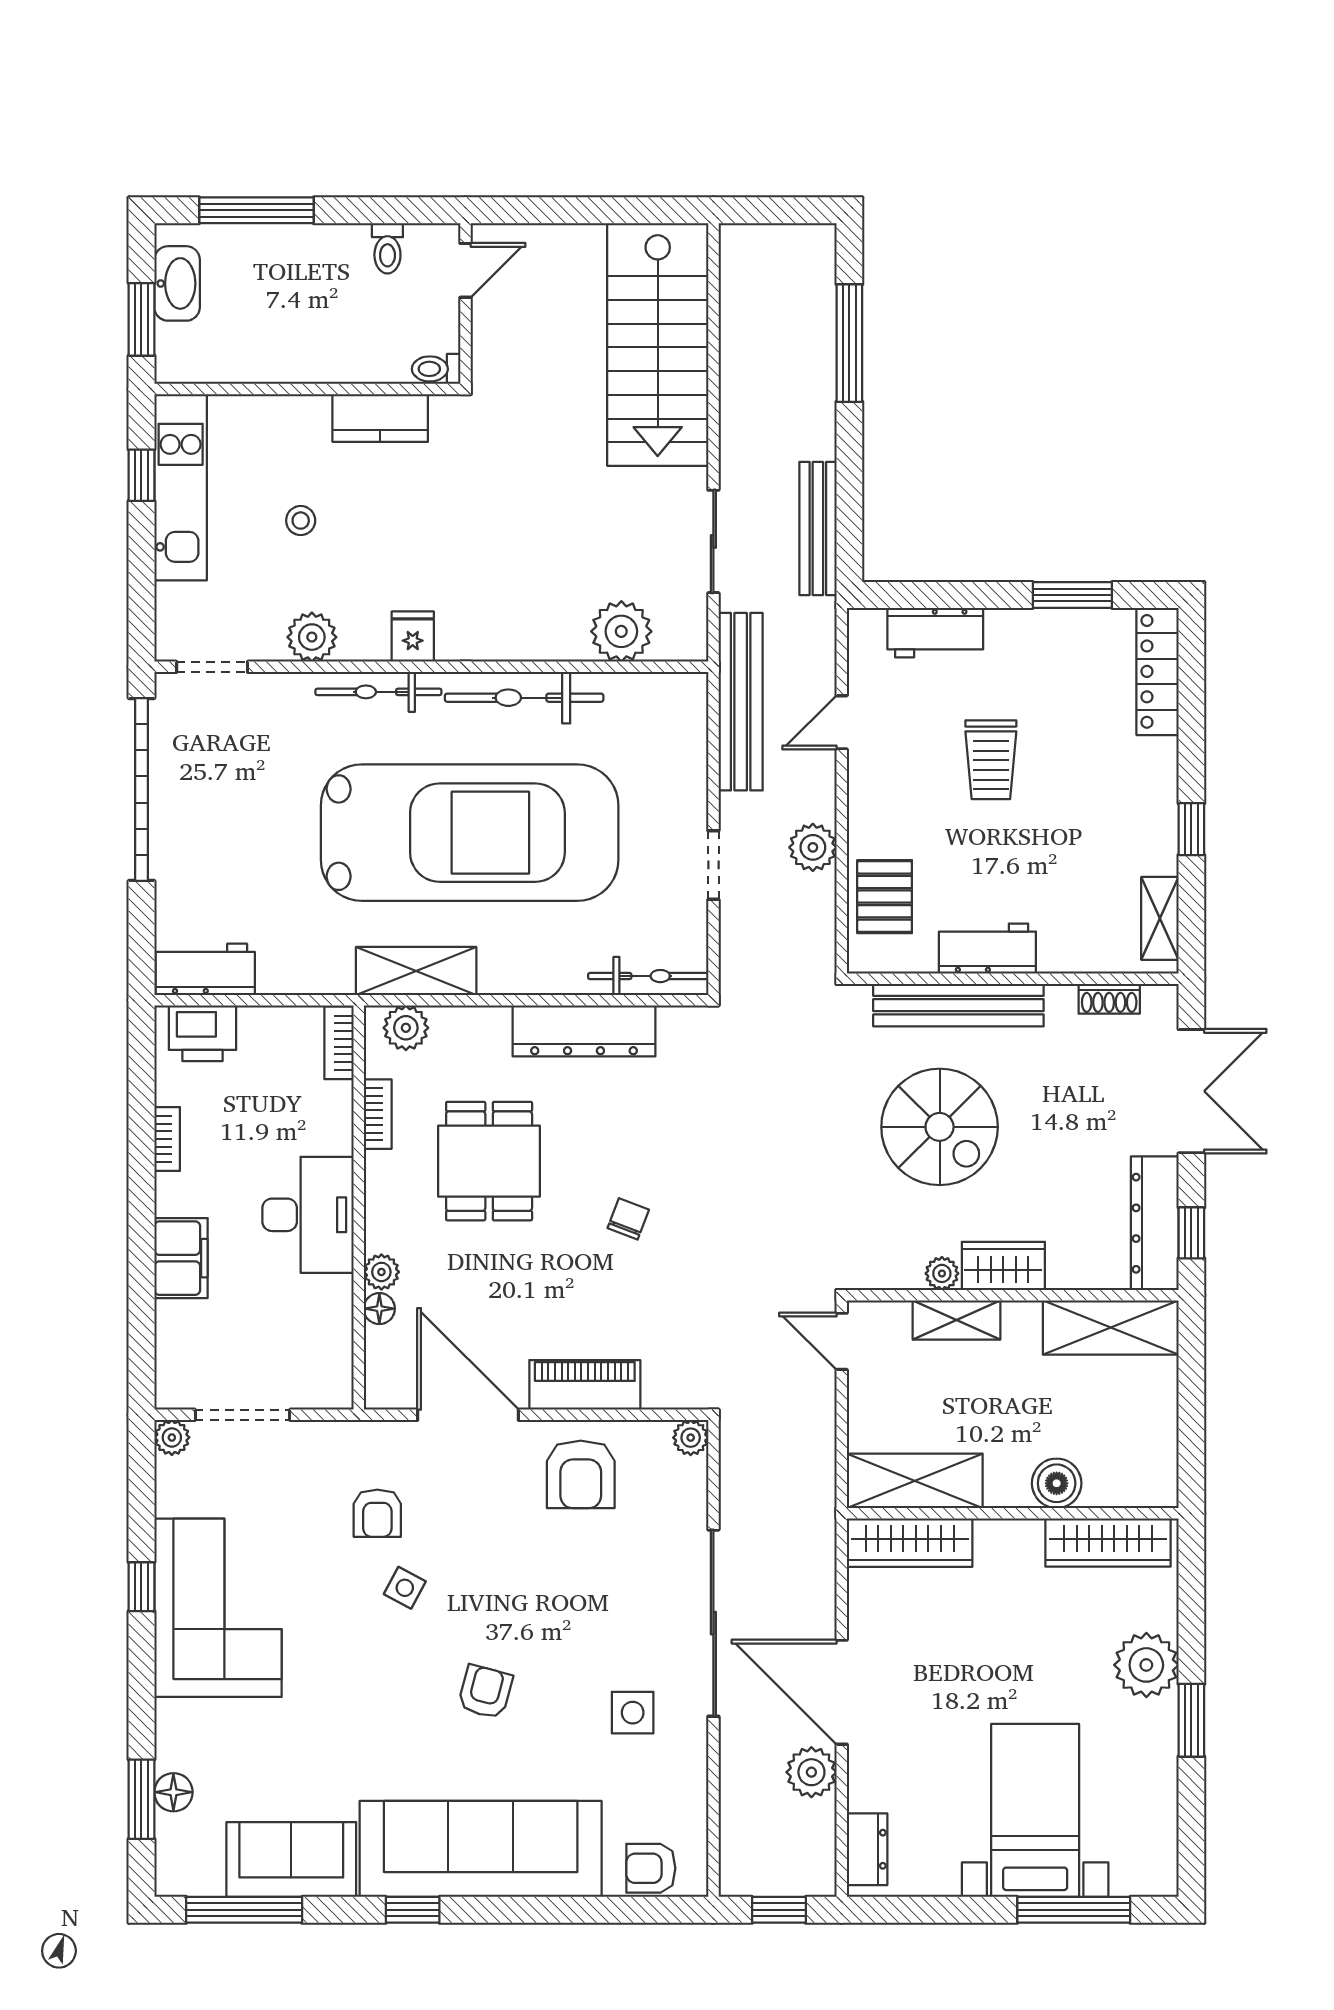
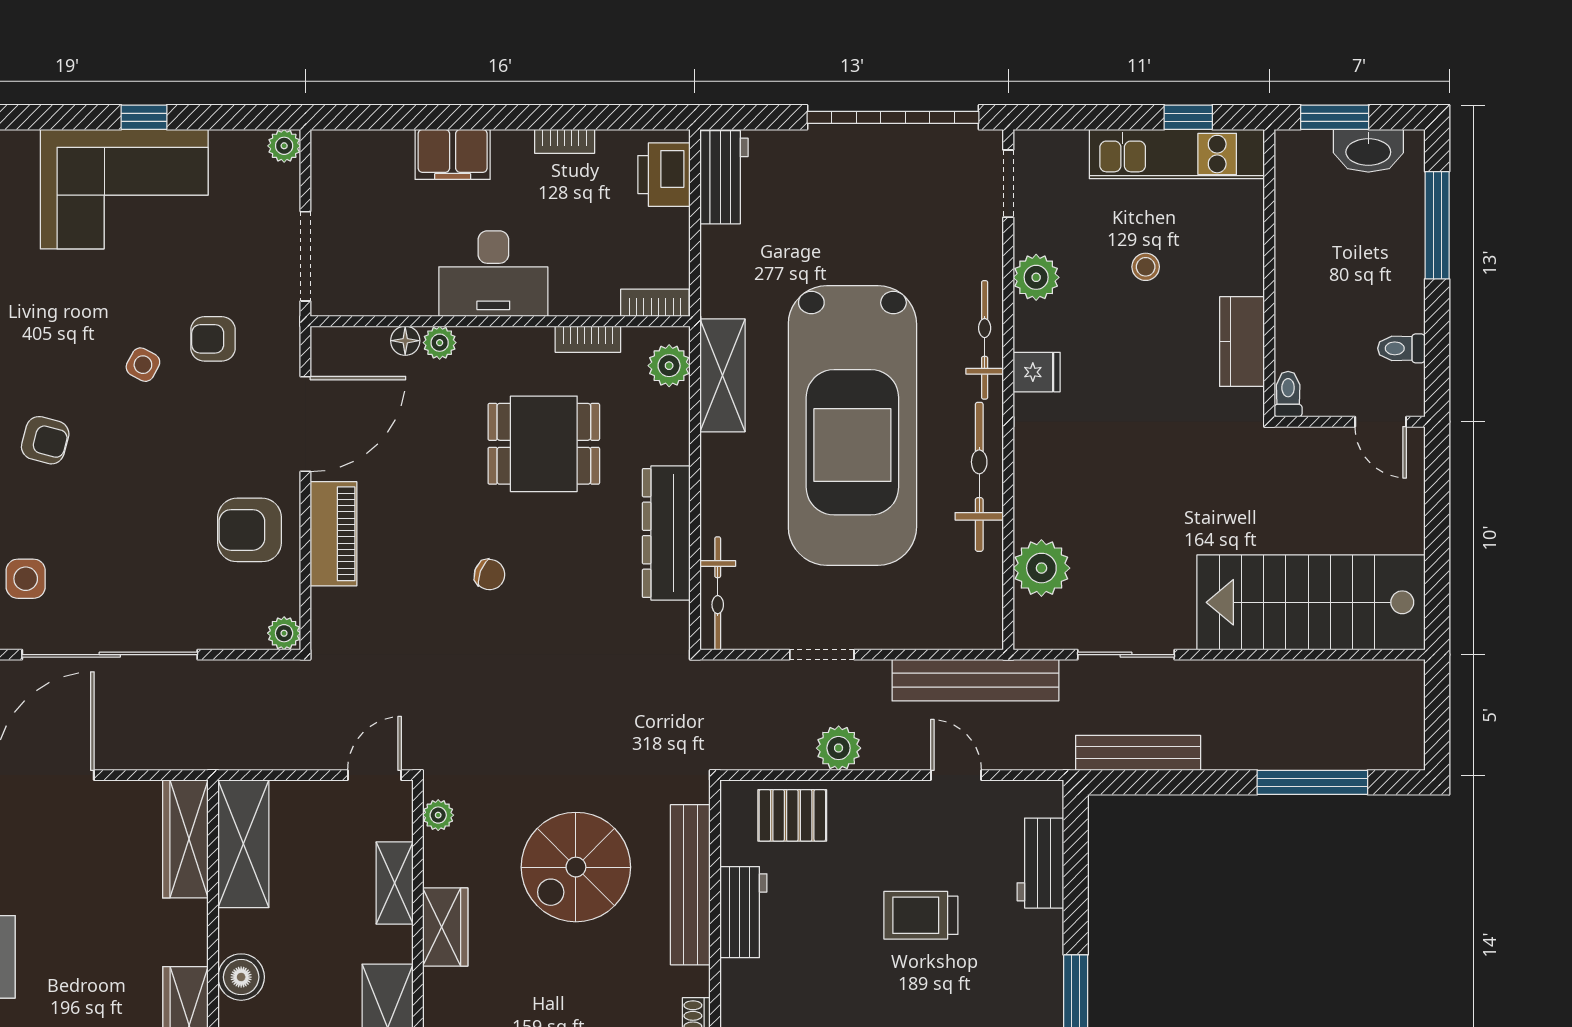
plant: (942, 1273) -> (438, 815), moved
doorway: (243, 1415) -> (305, 256), moved

